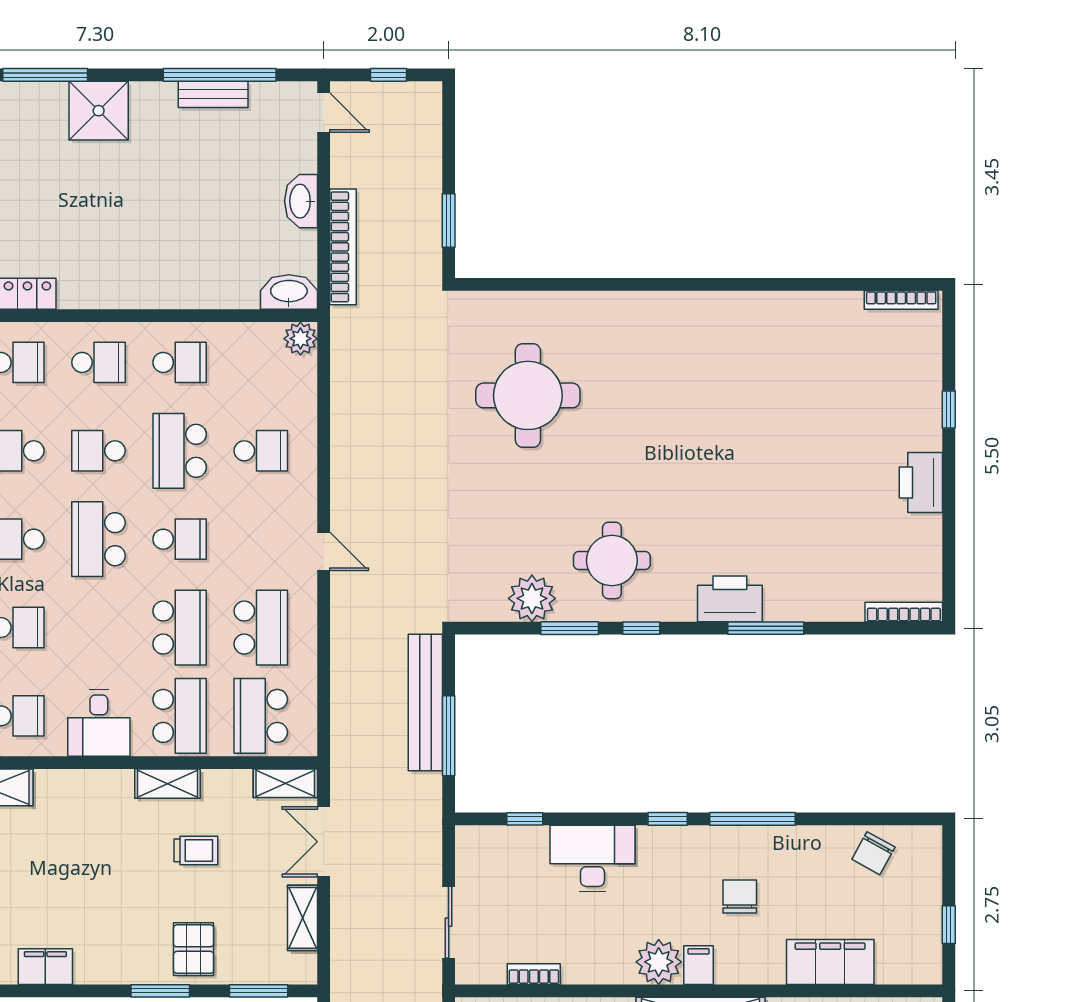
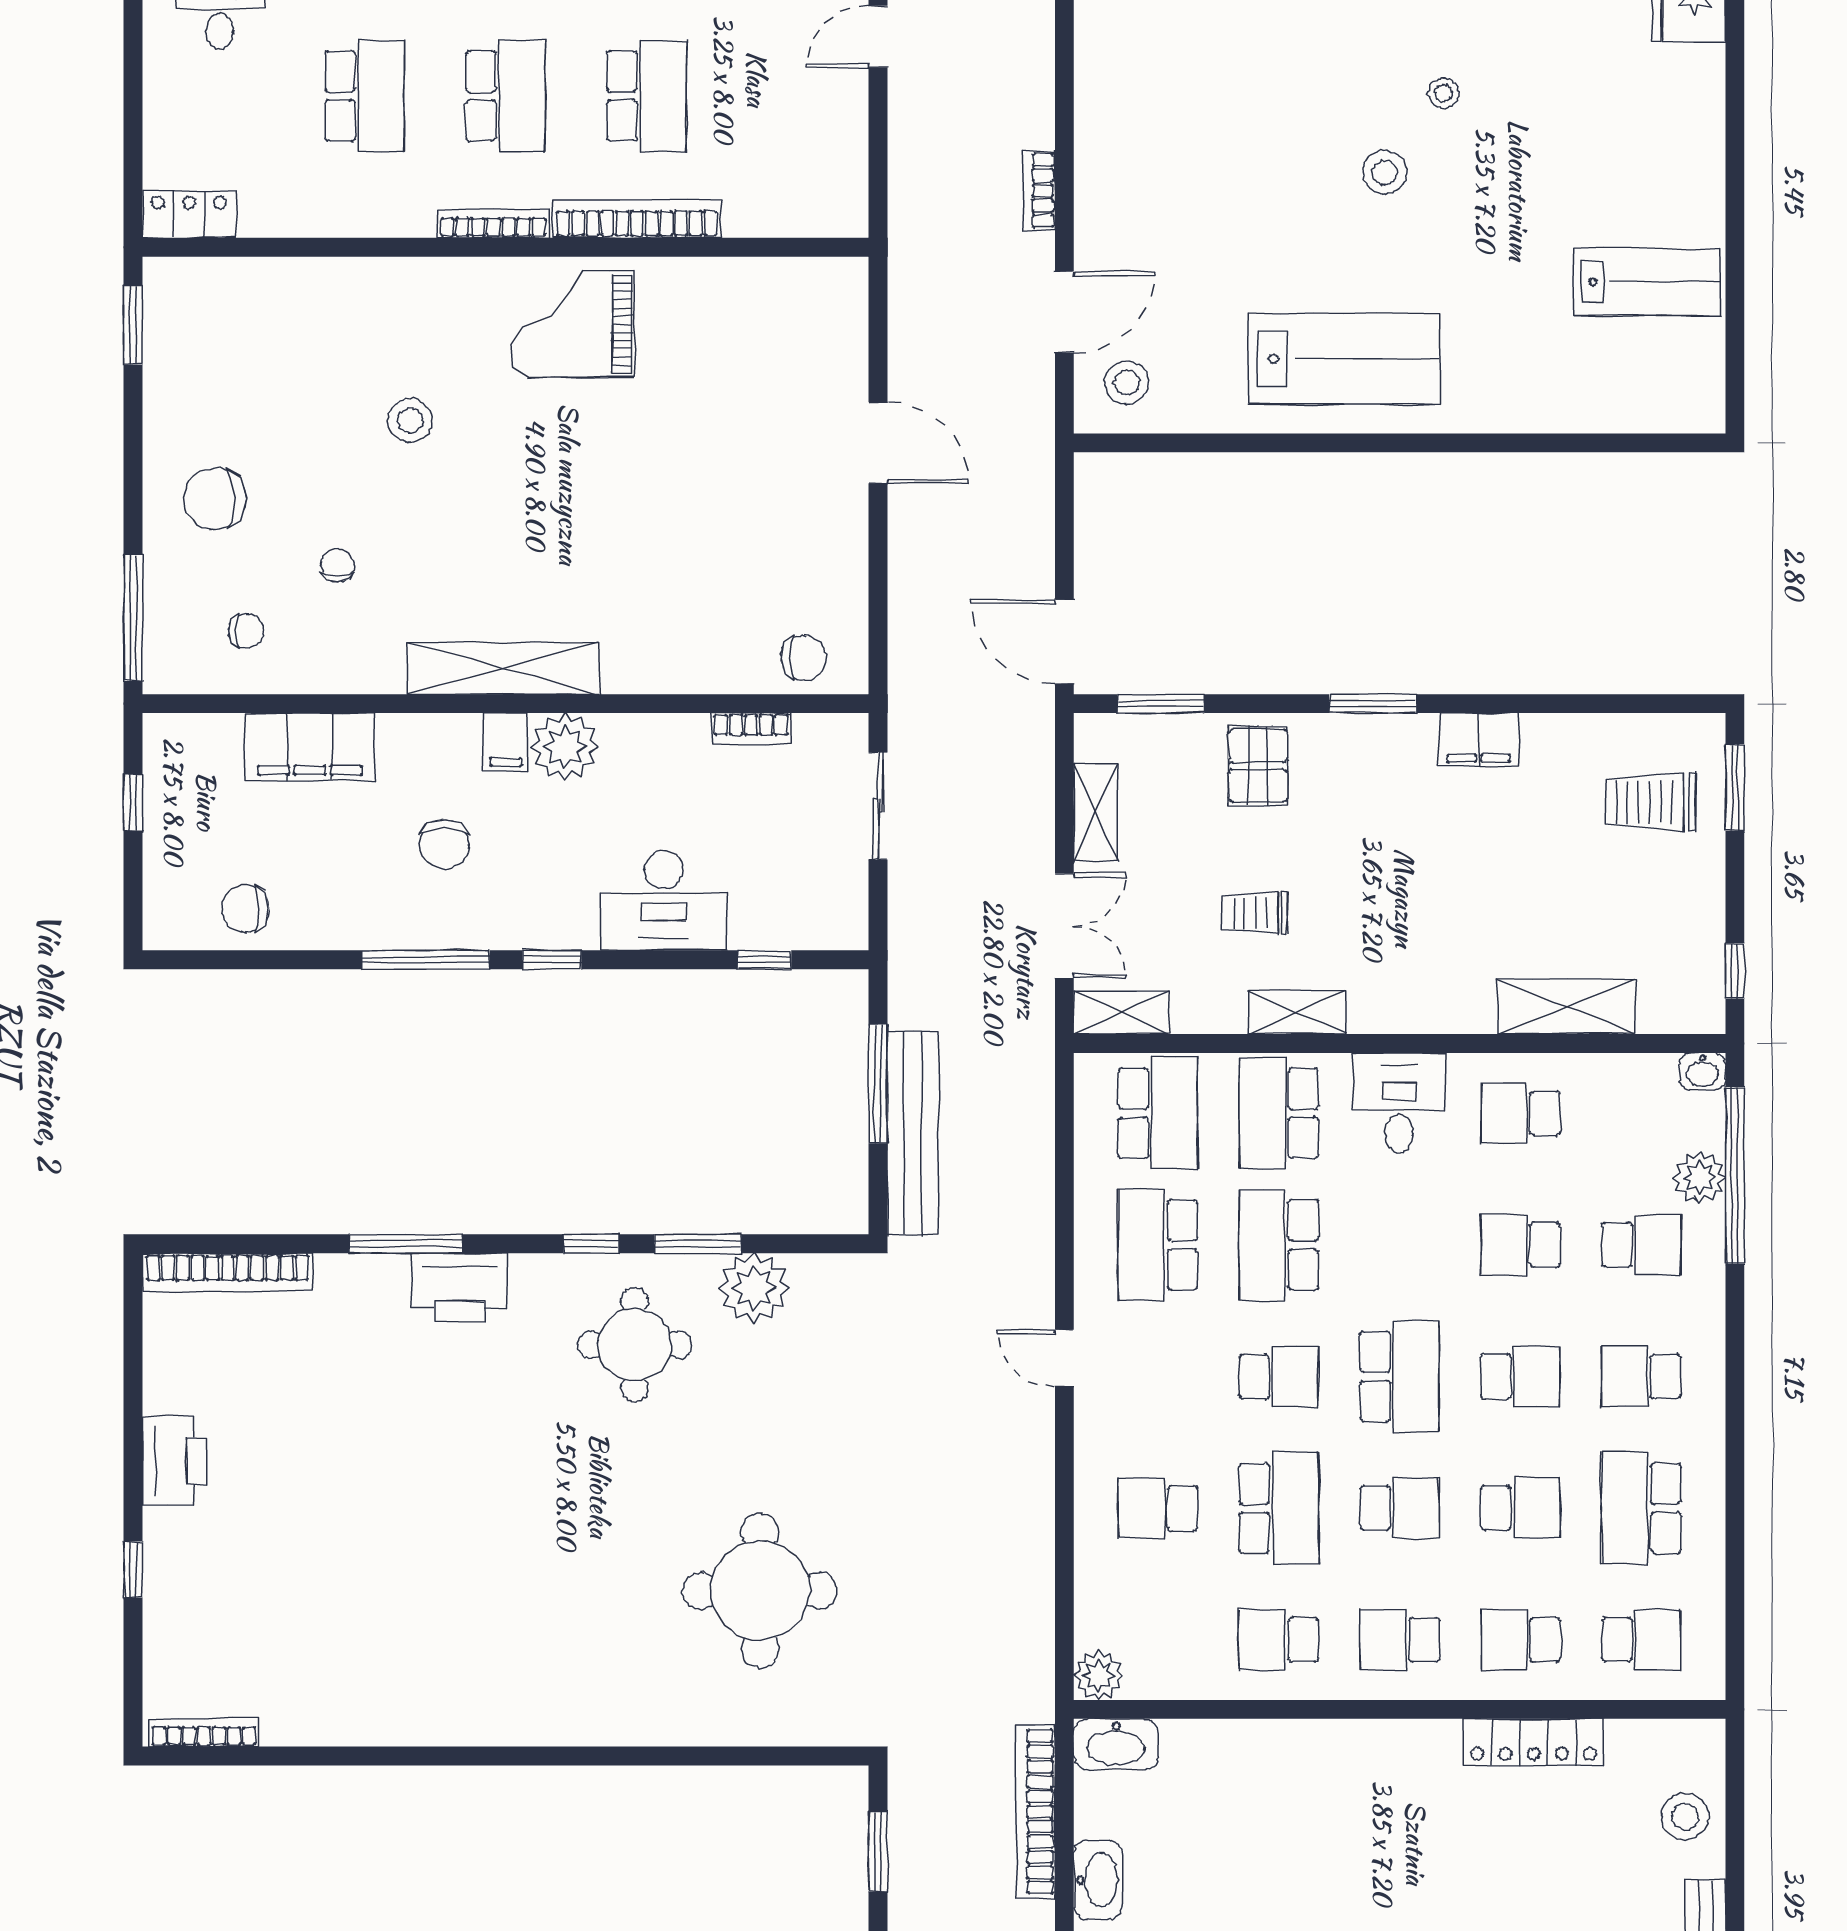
school desk: (180, 539) -> (1279, 1376), turned 180
bookcase: (904, 612) -> (227, 1272), width x1.48, depth x1.31
chair: (873, 853) -> (245, 909), turned -119
window: (160, 991) -> (1373, 704), moved

